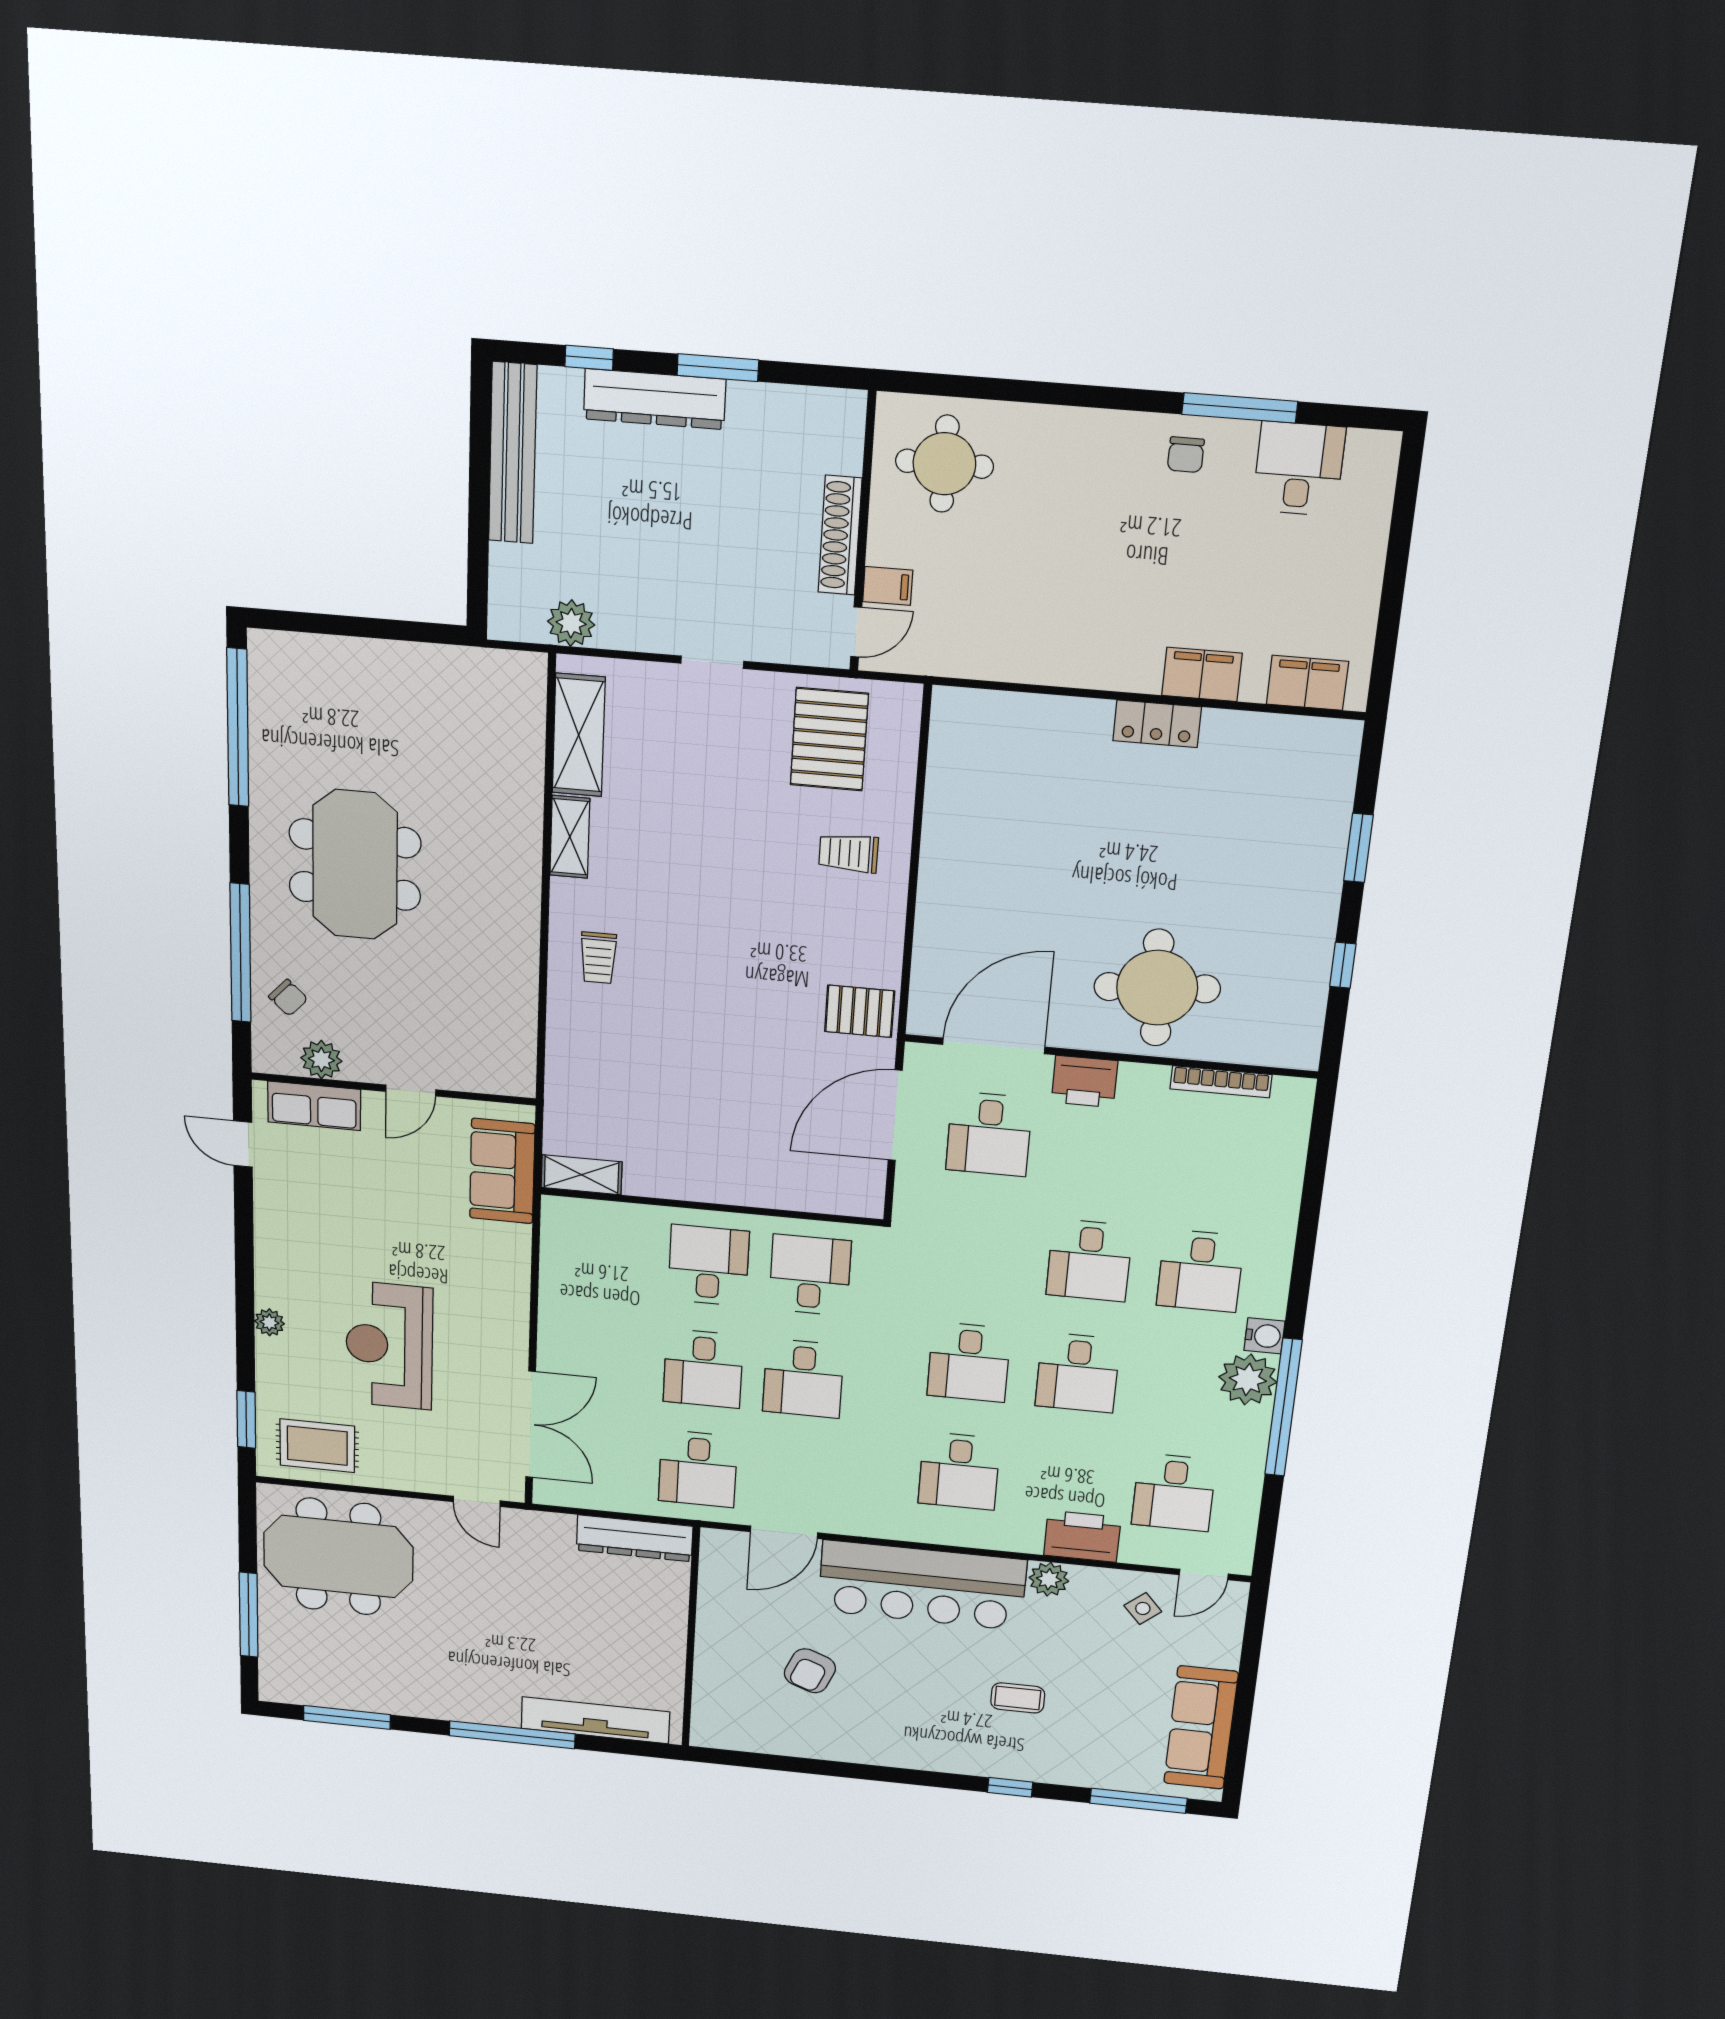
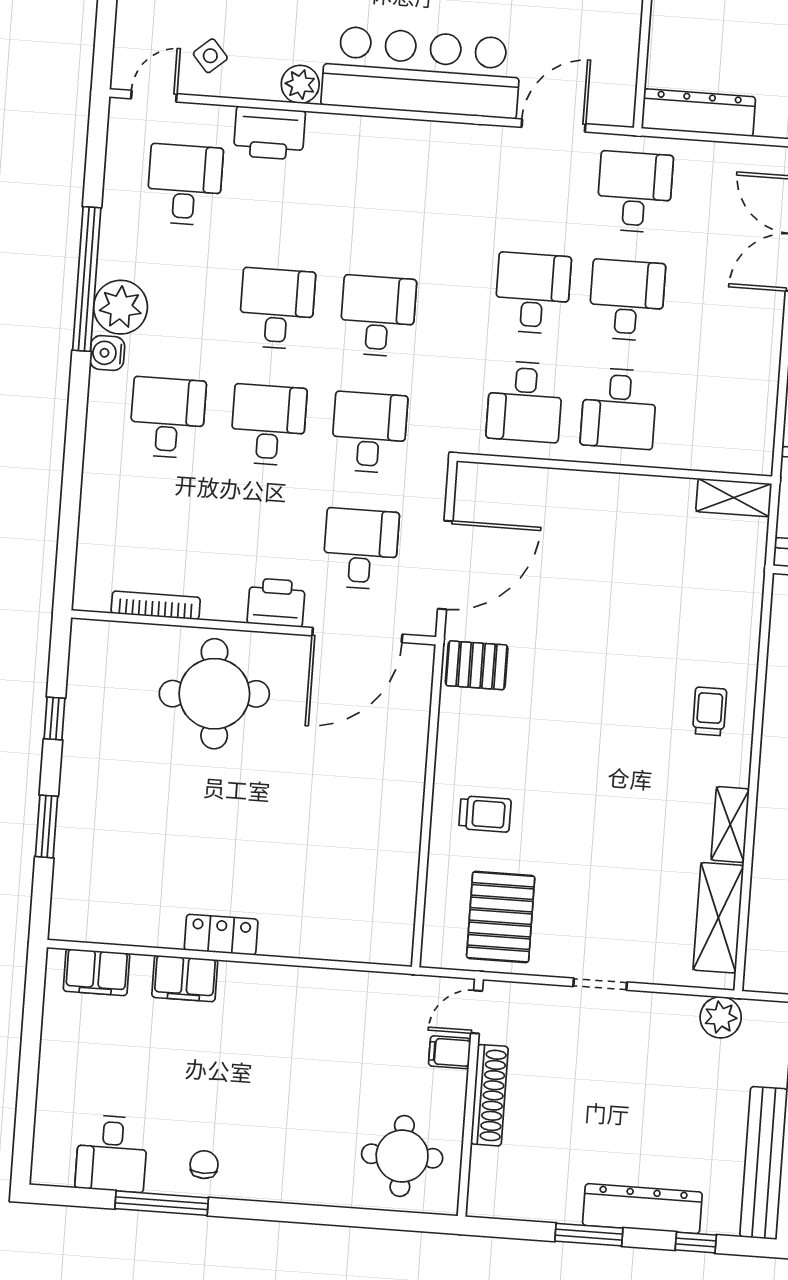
desk: (959, 1471) -> (369, 432), moved

